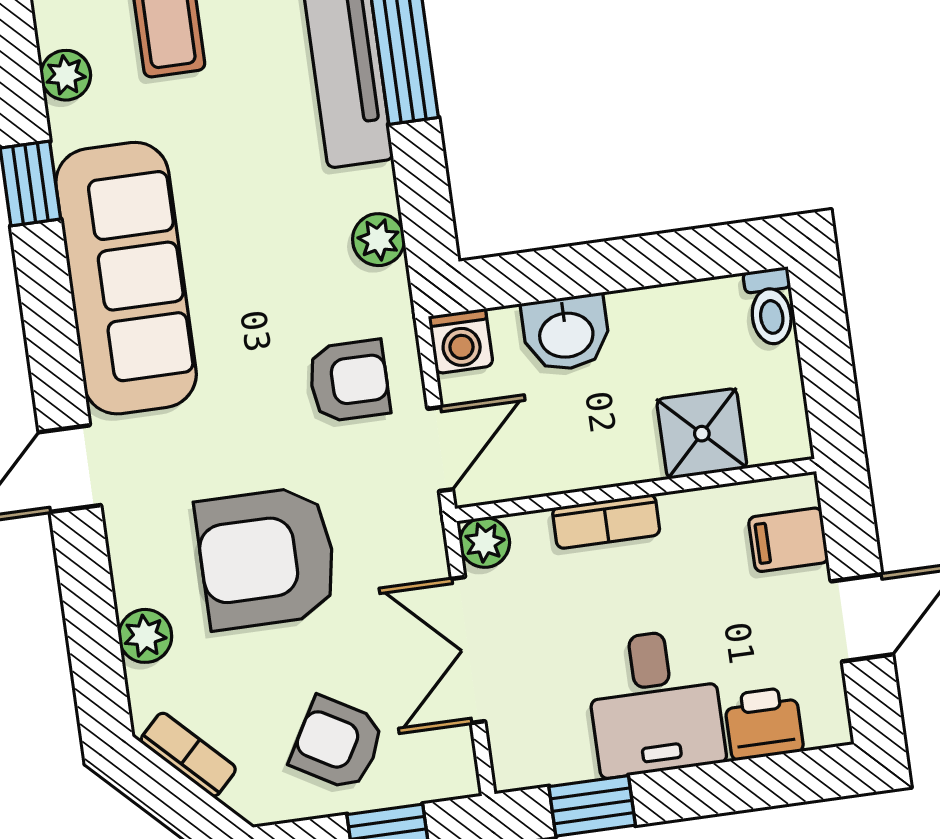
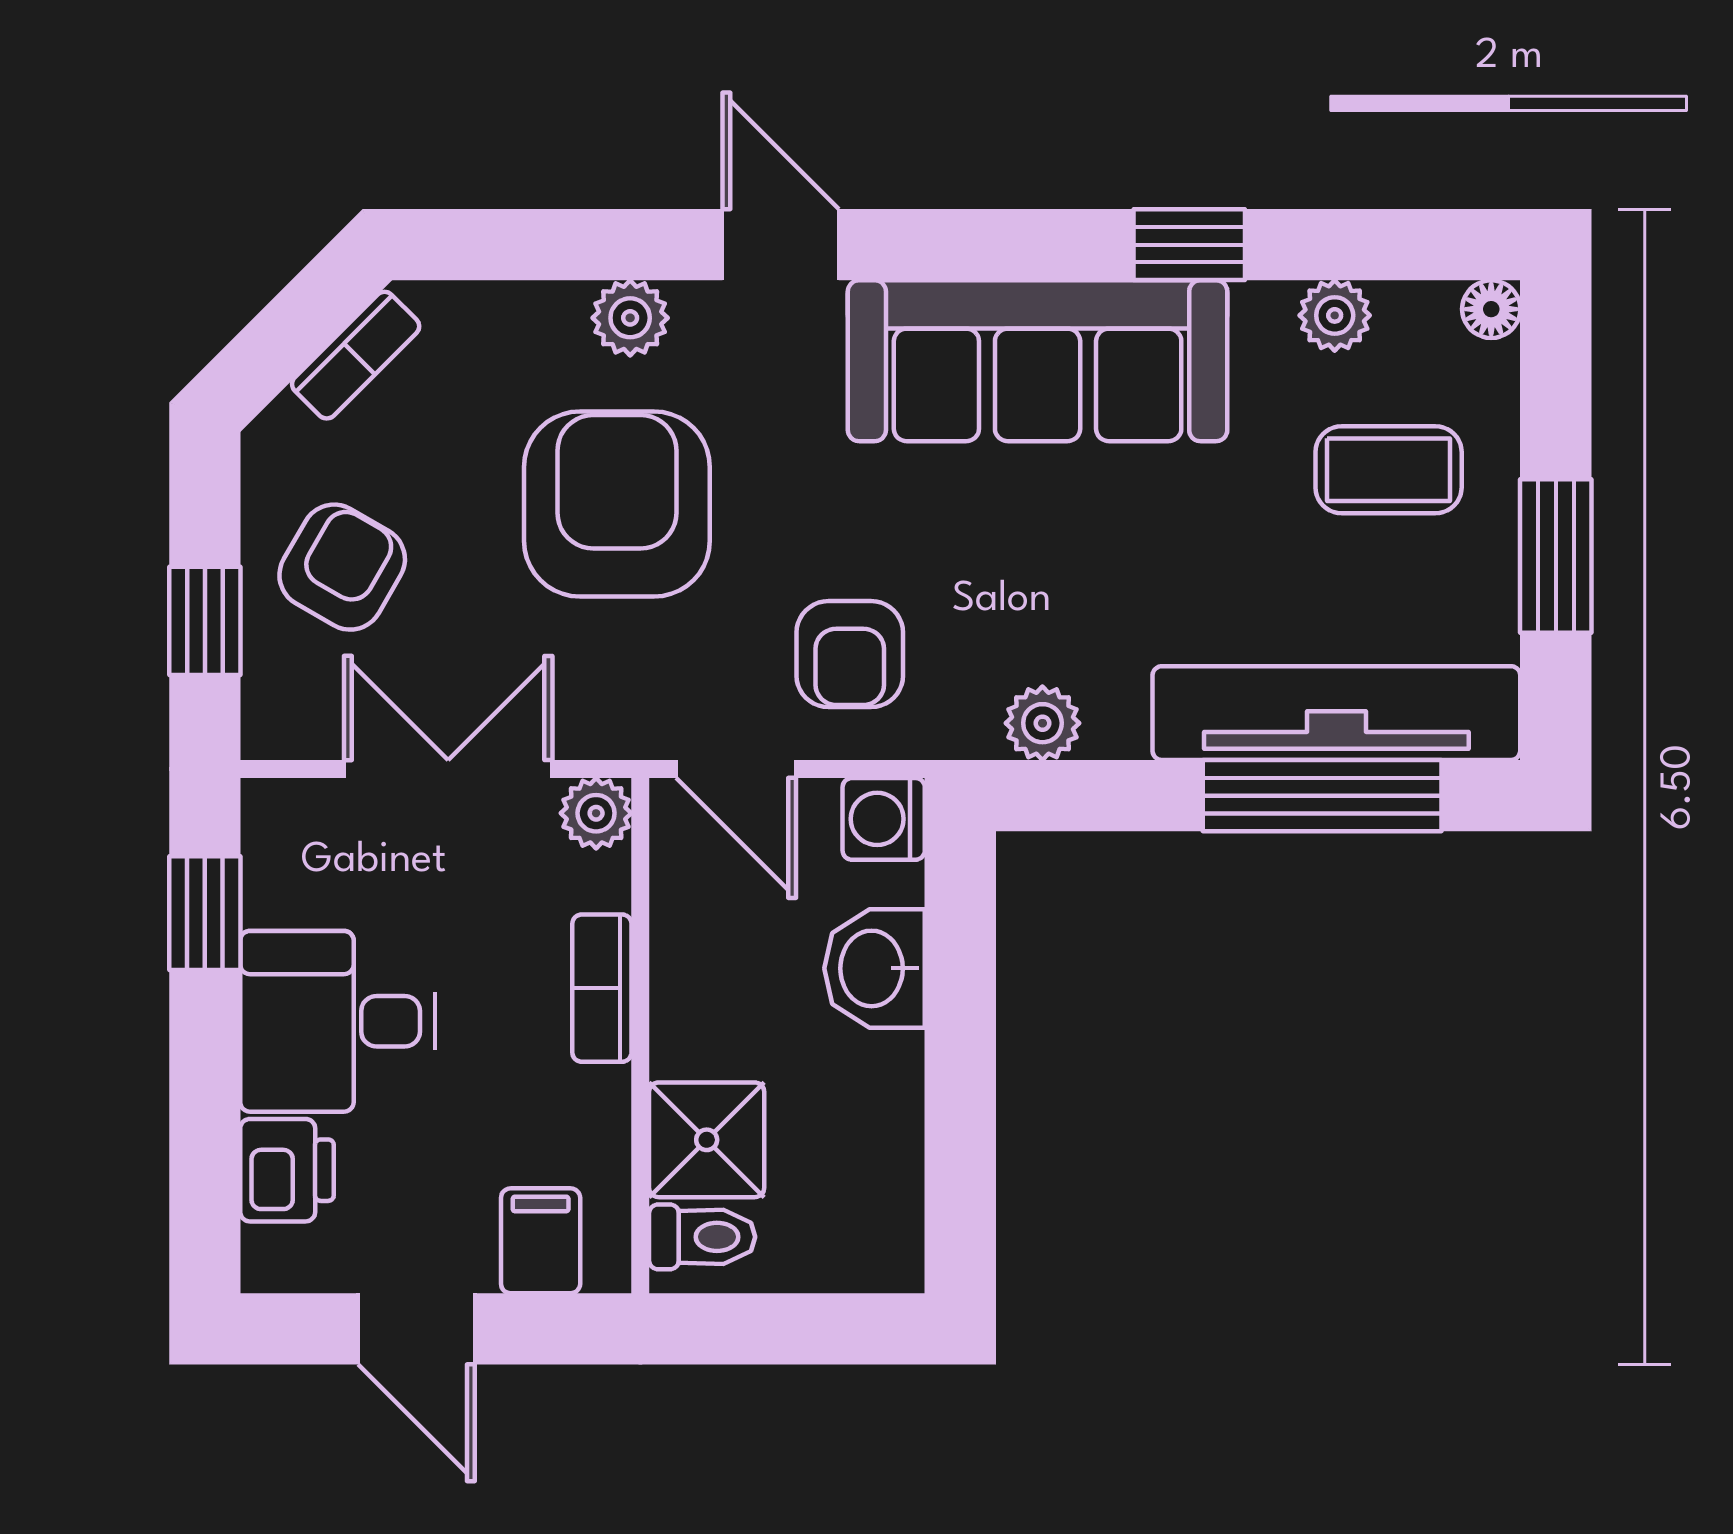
toilet: (770, 307) -> (702, 1237), moved, turned 180
plant: (145, 636) -> (630, 318), moved

